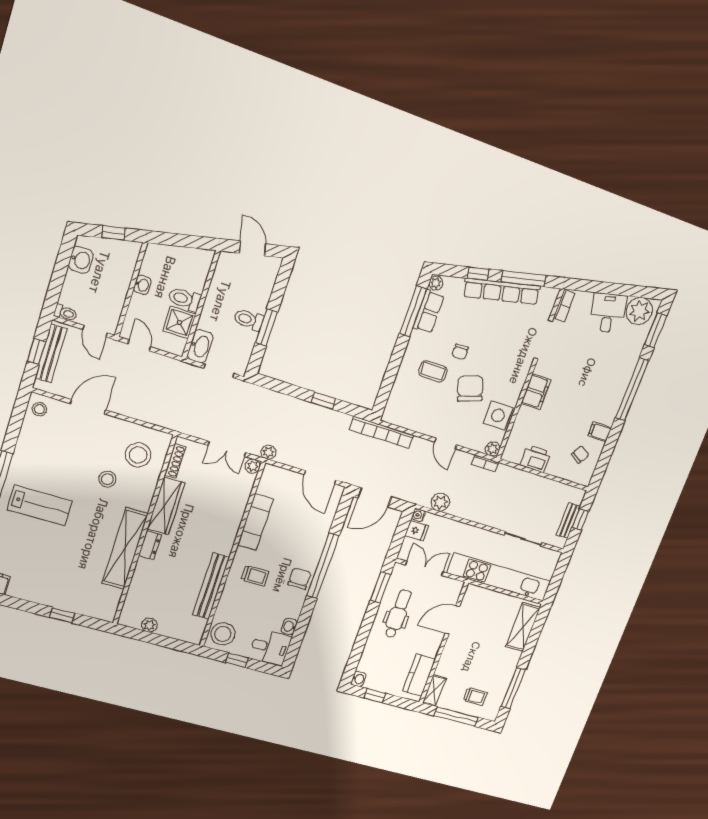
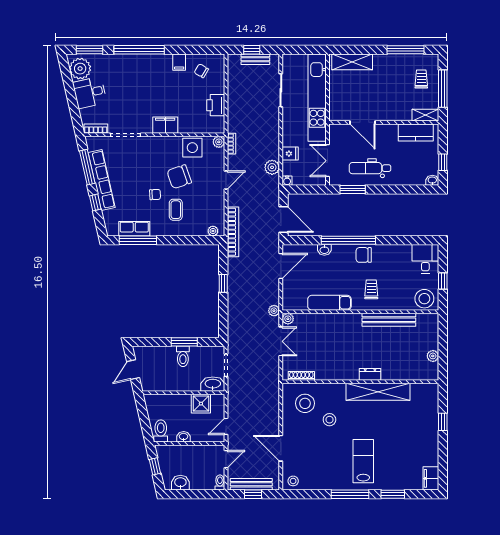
plant: (436, 283) -> (213, 231), moved
toilet: (185, 299) -> (161, 431), moved, turned 180
wardrobe: (166, 506) -> (337, 372), removed
fridge: (417, 531) -> (290, 154), moved, turned 90
washbasin: (289, 626) -> (324, 250), moved

